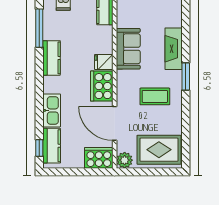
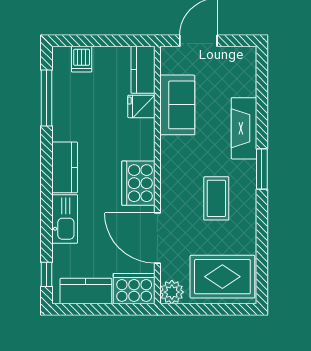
sofa: (128, 49) -> (177, 105), moved
kitchen counter: (52, 58) -> (65, 167), moved
fridge: (104, 62) -> (141, 106), moved
coffee table: (155, 96) -> (216, 198), turned 90
kitchen counter: (52, 146) -> (86, 291), moved, turned -90

